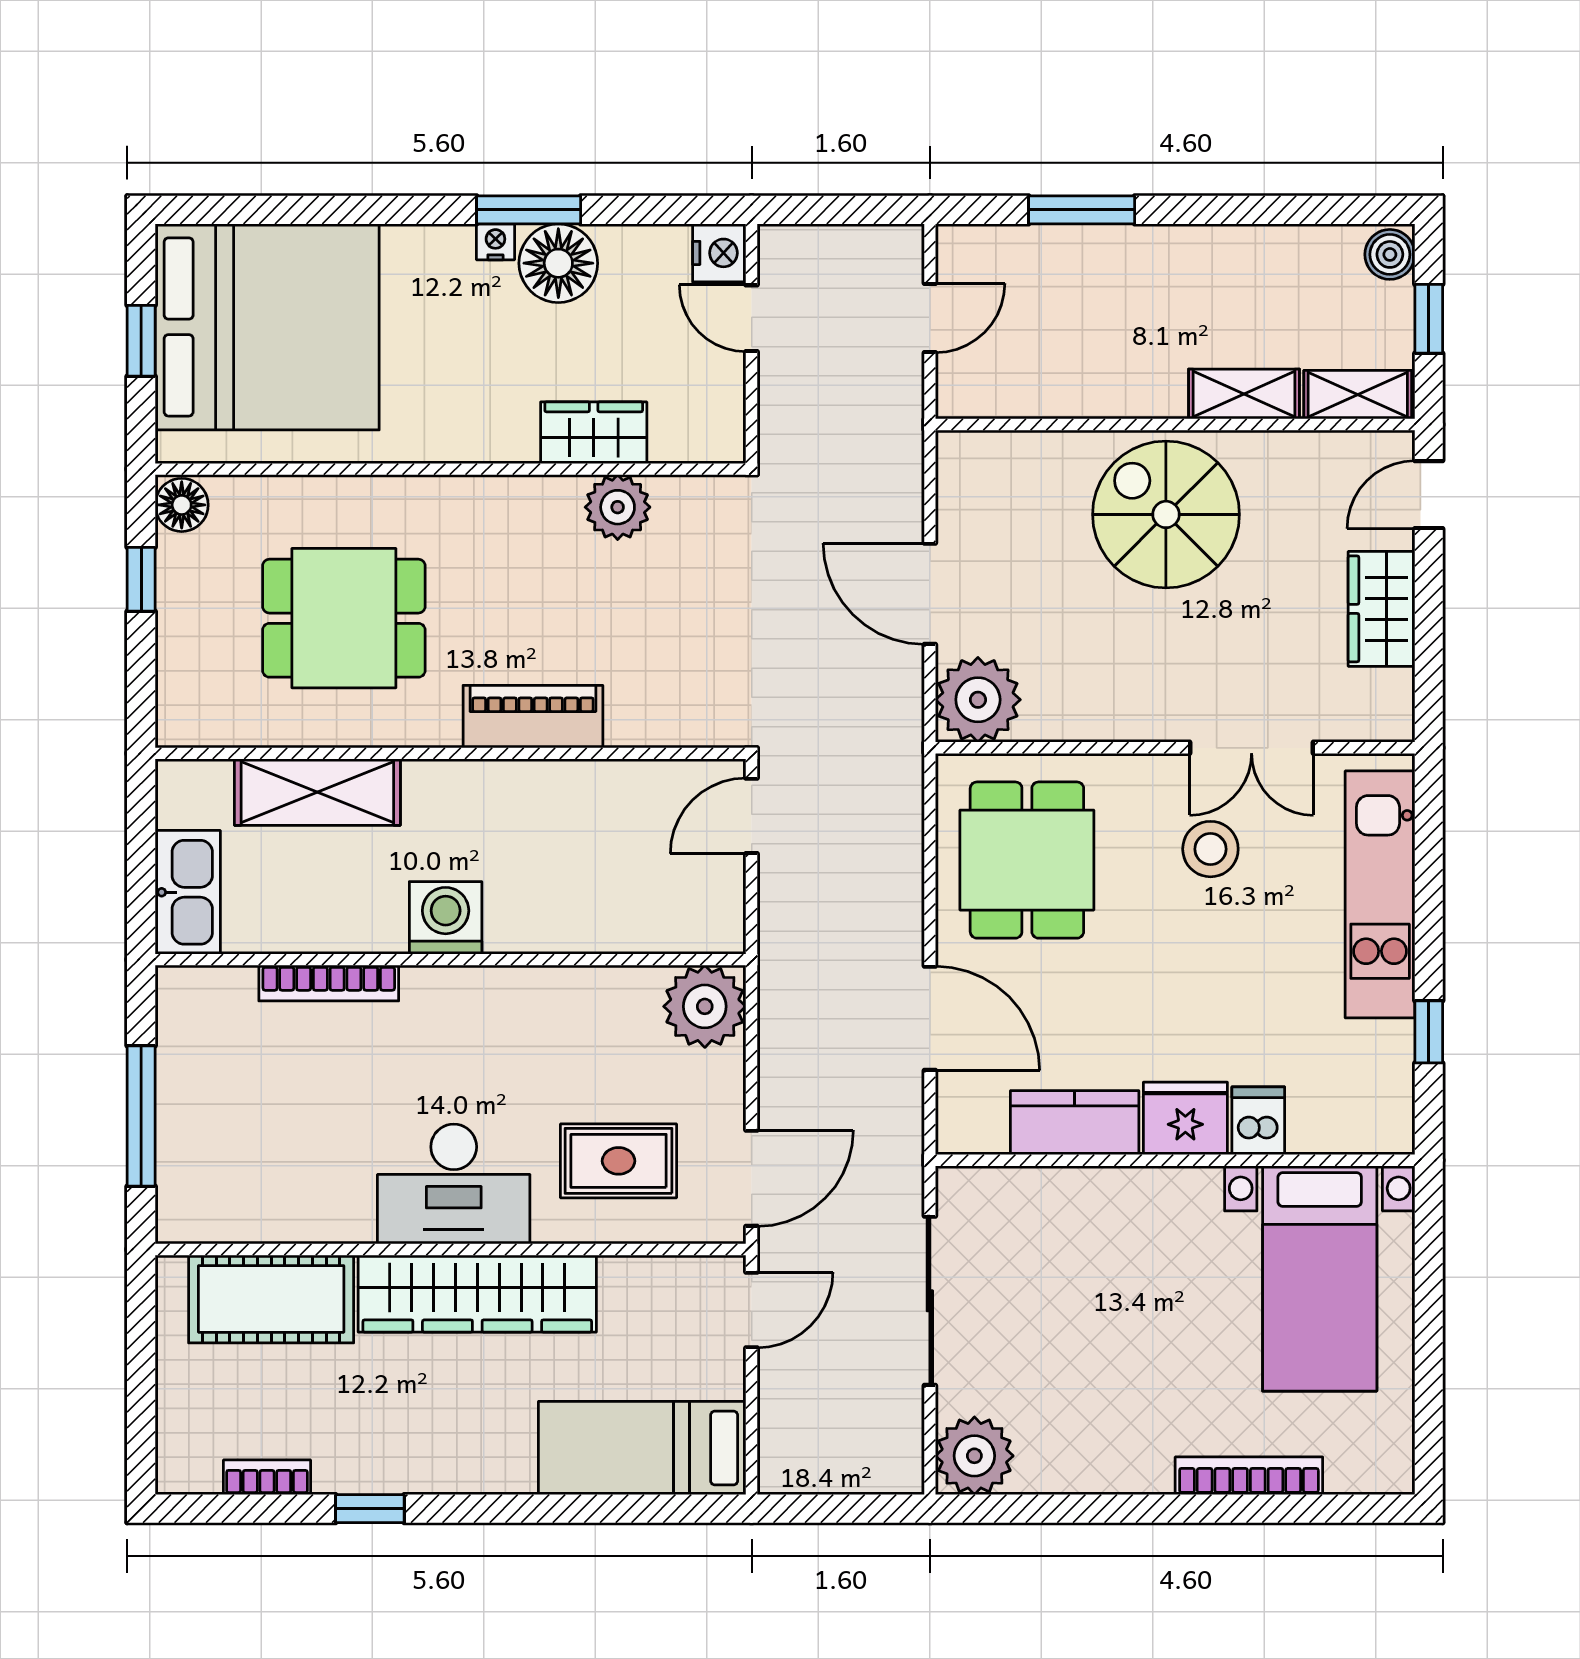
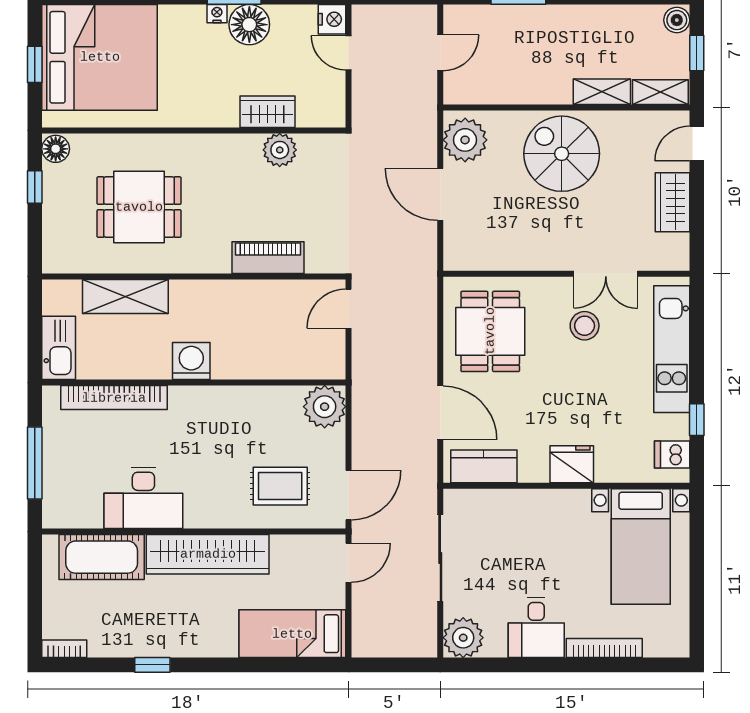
plant: (978, 700) -> (465, 140), moved
piano: (533, 717) -> (268, 258), moved
bookcase: (329, 983) -> (114, 398), width x1.48, depth x1.31
dishwasher: (1258, 1121) -> (672, 454), moved, turned -90
kitchen counter: (1075, 1123) -> (484, 466), moved
desk: (454, 1184) -> (143, 498), moved
desk: (1116, 1436) -> (536, 628), added
bookcase: (267, 1477) -> (64, 649), moved

